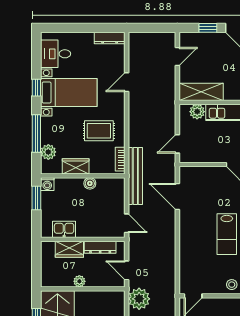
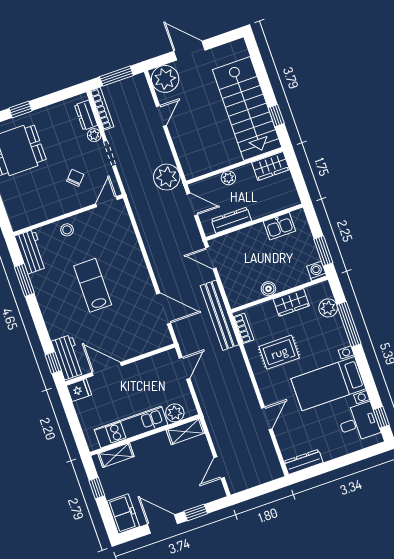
window: (36, 88) -> (381, 417), moved
shelving: (201, 92) -> (186, 431), width x0.67, depth x0.75
wardrobe: (69, 249) -> (271, 166), moved, turned 180
plant: (79, 281) -> (228, 178), moved

